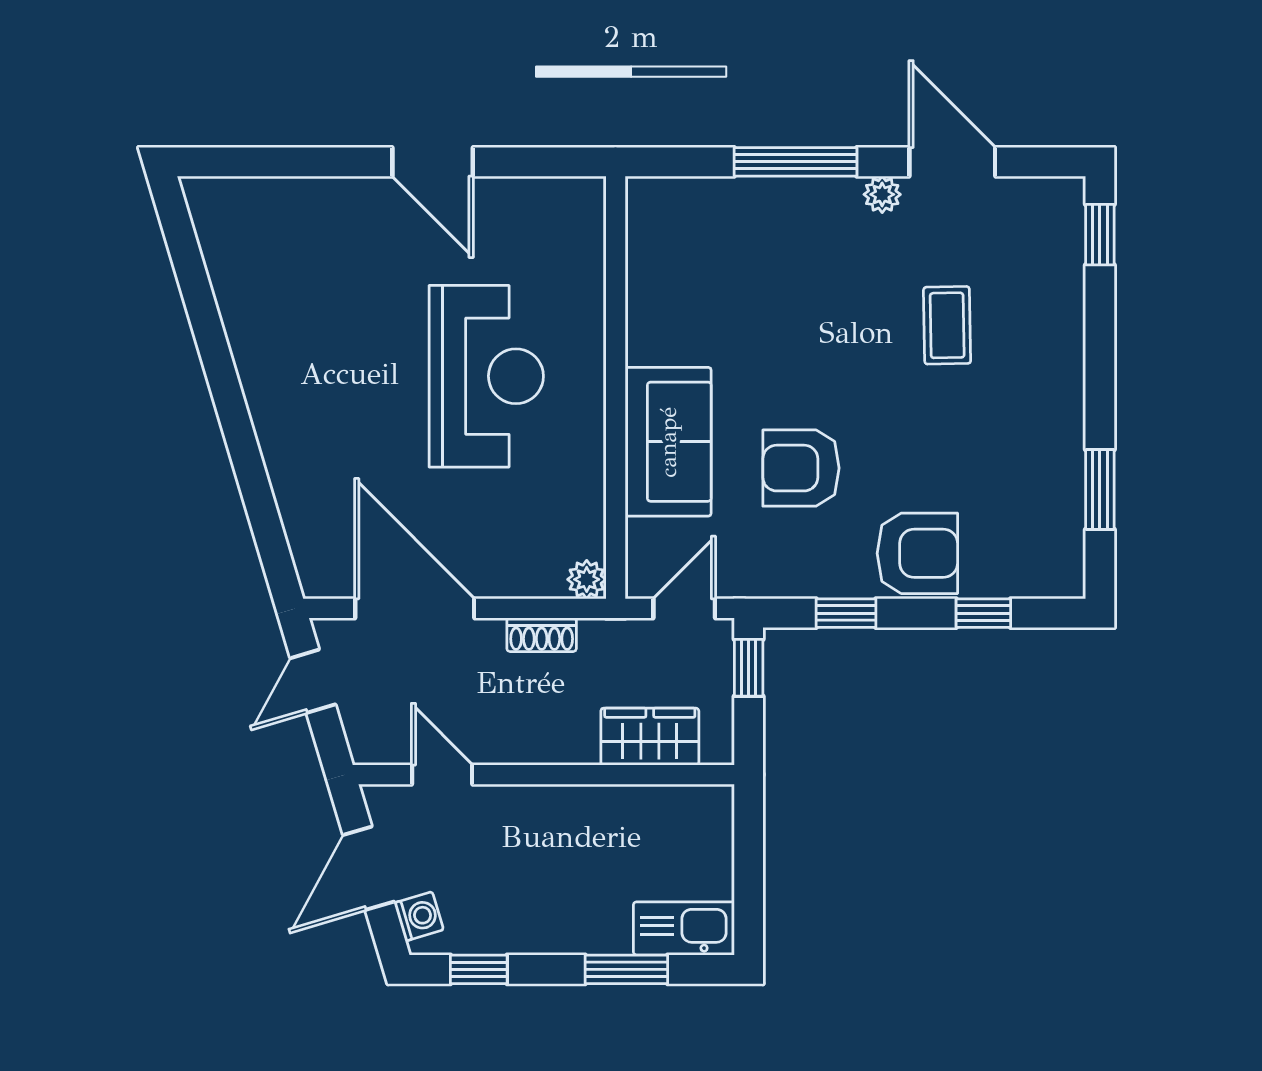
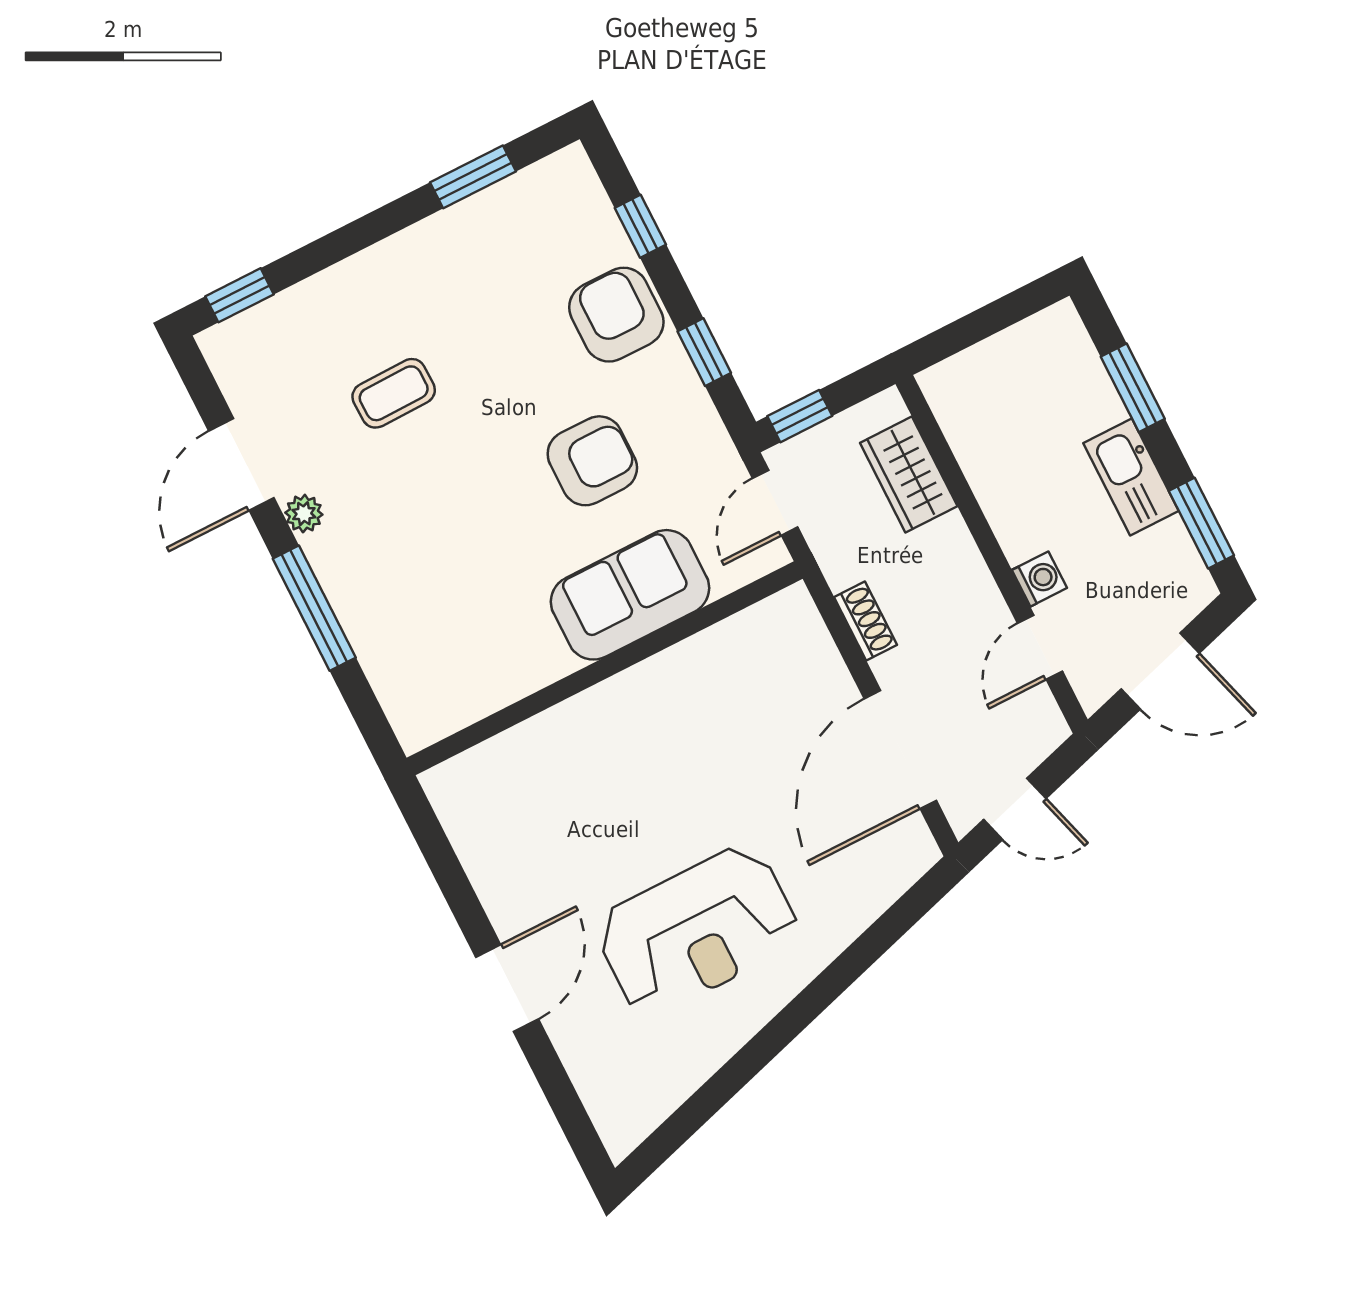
door: (433, 162) -> (507, 988), moved
reception desk: (486, 376) -> (697, 931), moved, turned 180
armchair: (801, 468) -> (592, 461), turned -90
plant: (587, 579) -> (794, 605), removed
door: (684, 608) -> (775, 503), hinge flipped
washing machine: (419, 916) -> (1039, 579), moved, turned 107
kitchen sink: (684, 928) -> (1131, 477), moved
window: (479, 969) -> (1201, 523), width x1.50

